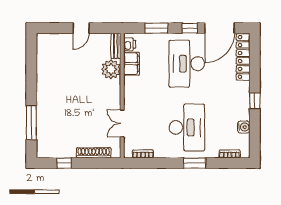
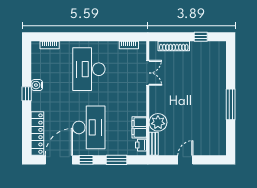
window: (31, 123) -> (231, 104), moved
water cooler: (244, 127) -> (37, 85), moved
window: (195, 163) -> (82, 37), removed

